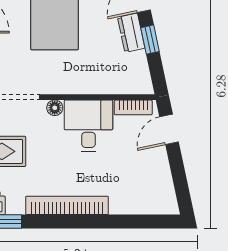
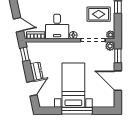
window: (150, 40) -> (25, 54), moved
door: (169, 129) -> (18, 25), hinge flipped

